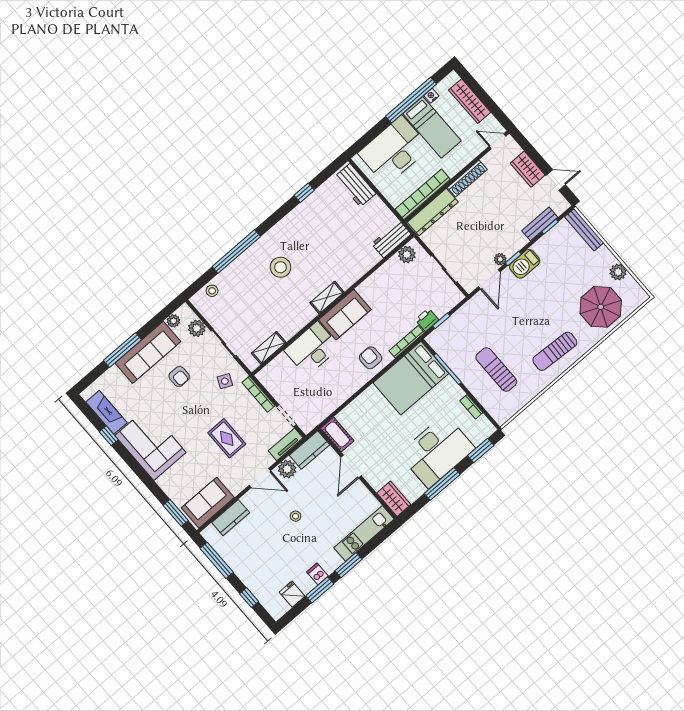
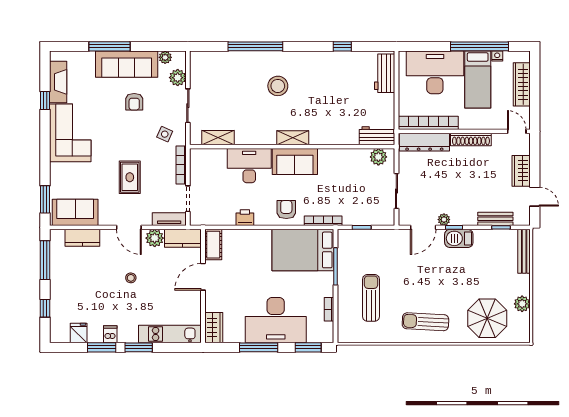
stool: (212, 291) -> (213, 60), removed
printer: (427, 320) -> (245, 218), moved

